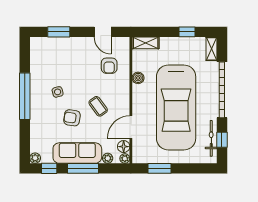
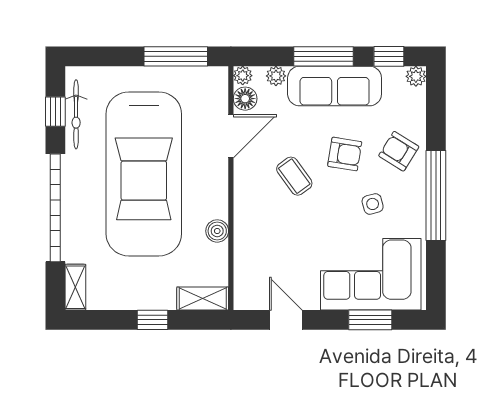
window: (187, 32) -> (153, 320), moved
corner sofa: (59, 56) -> (371, 274), added
armchair: (109, 66) -> (399, 151), moved, turned -58
car: (176, 107) -> (144, 174), turned 180
window: (160, 168) -> (176, 56), width x1.44

